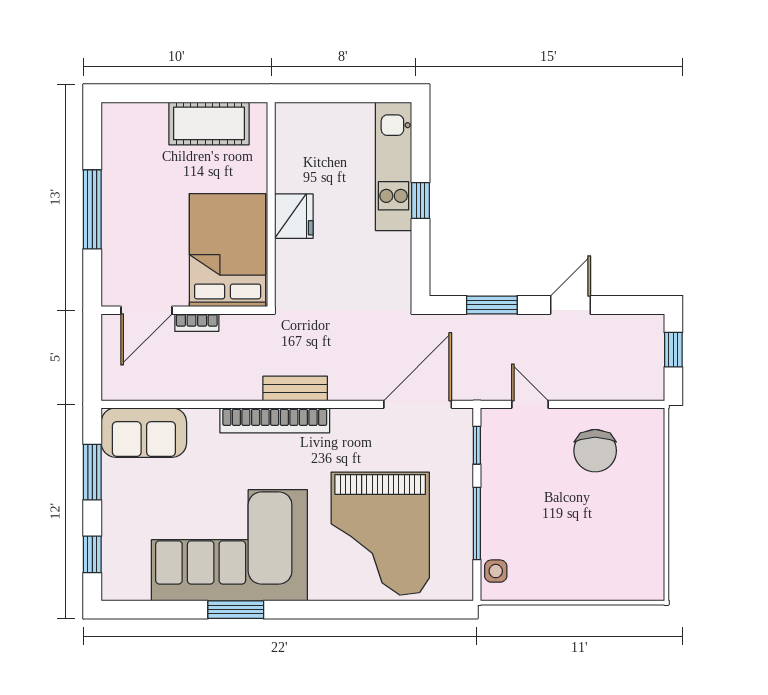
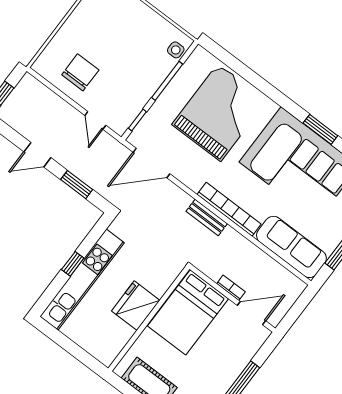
kitchen unit: (394, 166) -> (82, 280), width x1.36
fridge: (294, 216) -> (136, 306), width x1.36, depth x1.34
sofa: (144, 433) -> (291, 247), width x1.36

